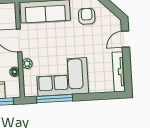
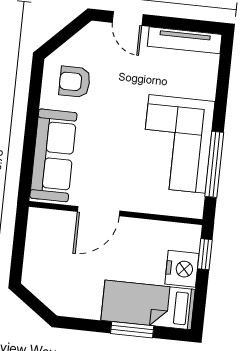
plant: (27, 64) -> (143, 204), removed
floor lamp: (15, 72) -> (154, 229), removed

